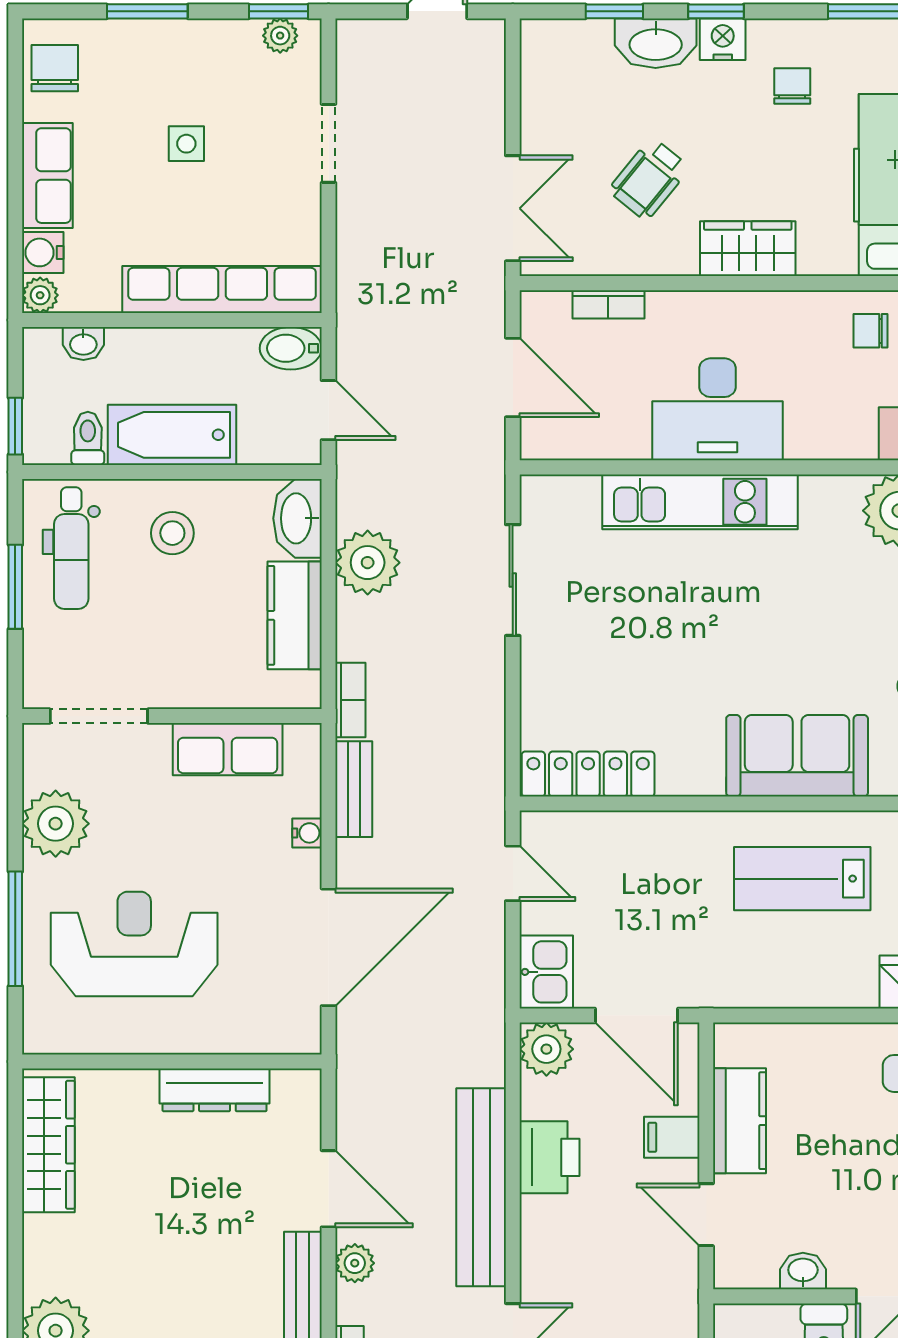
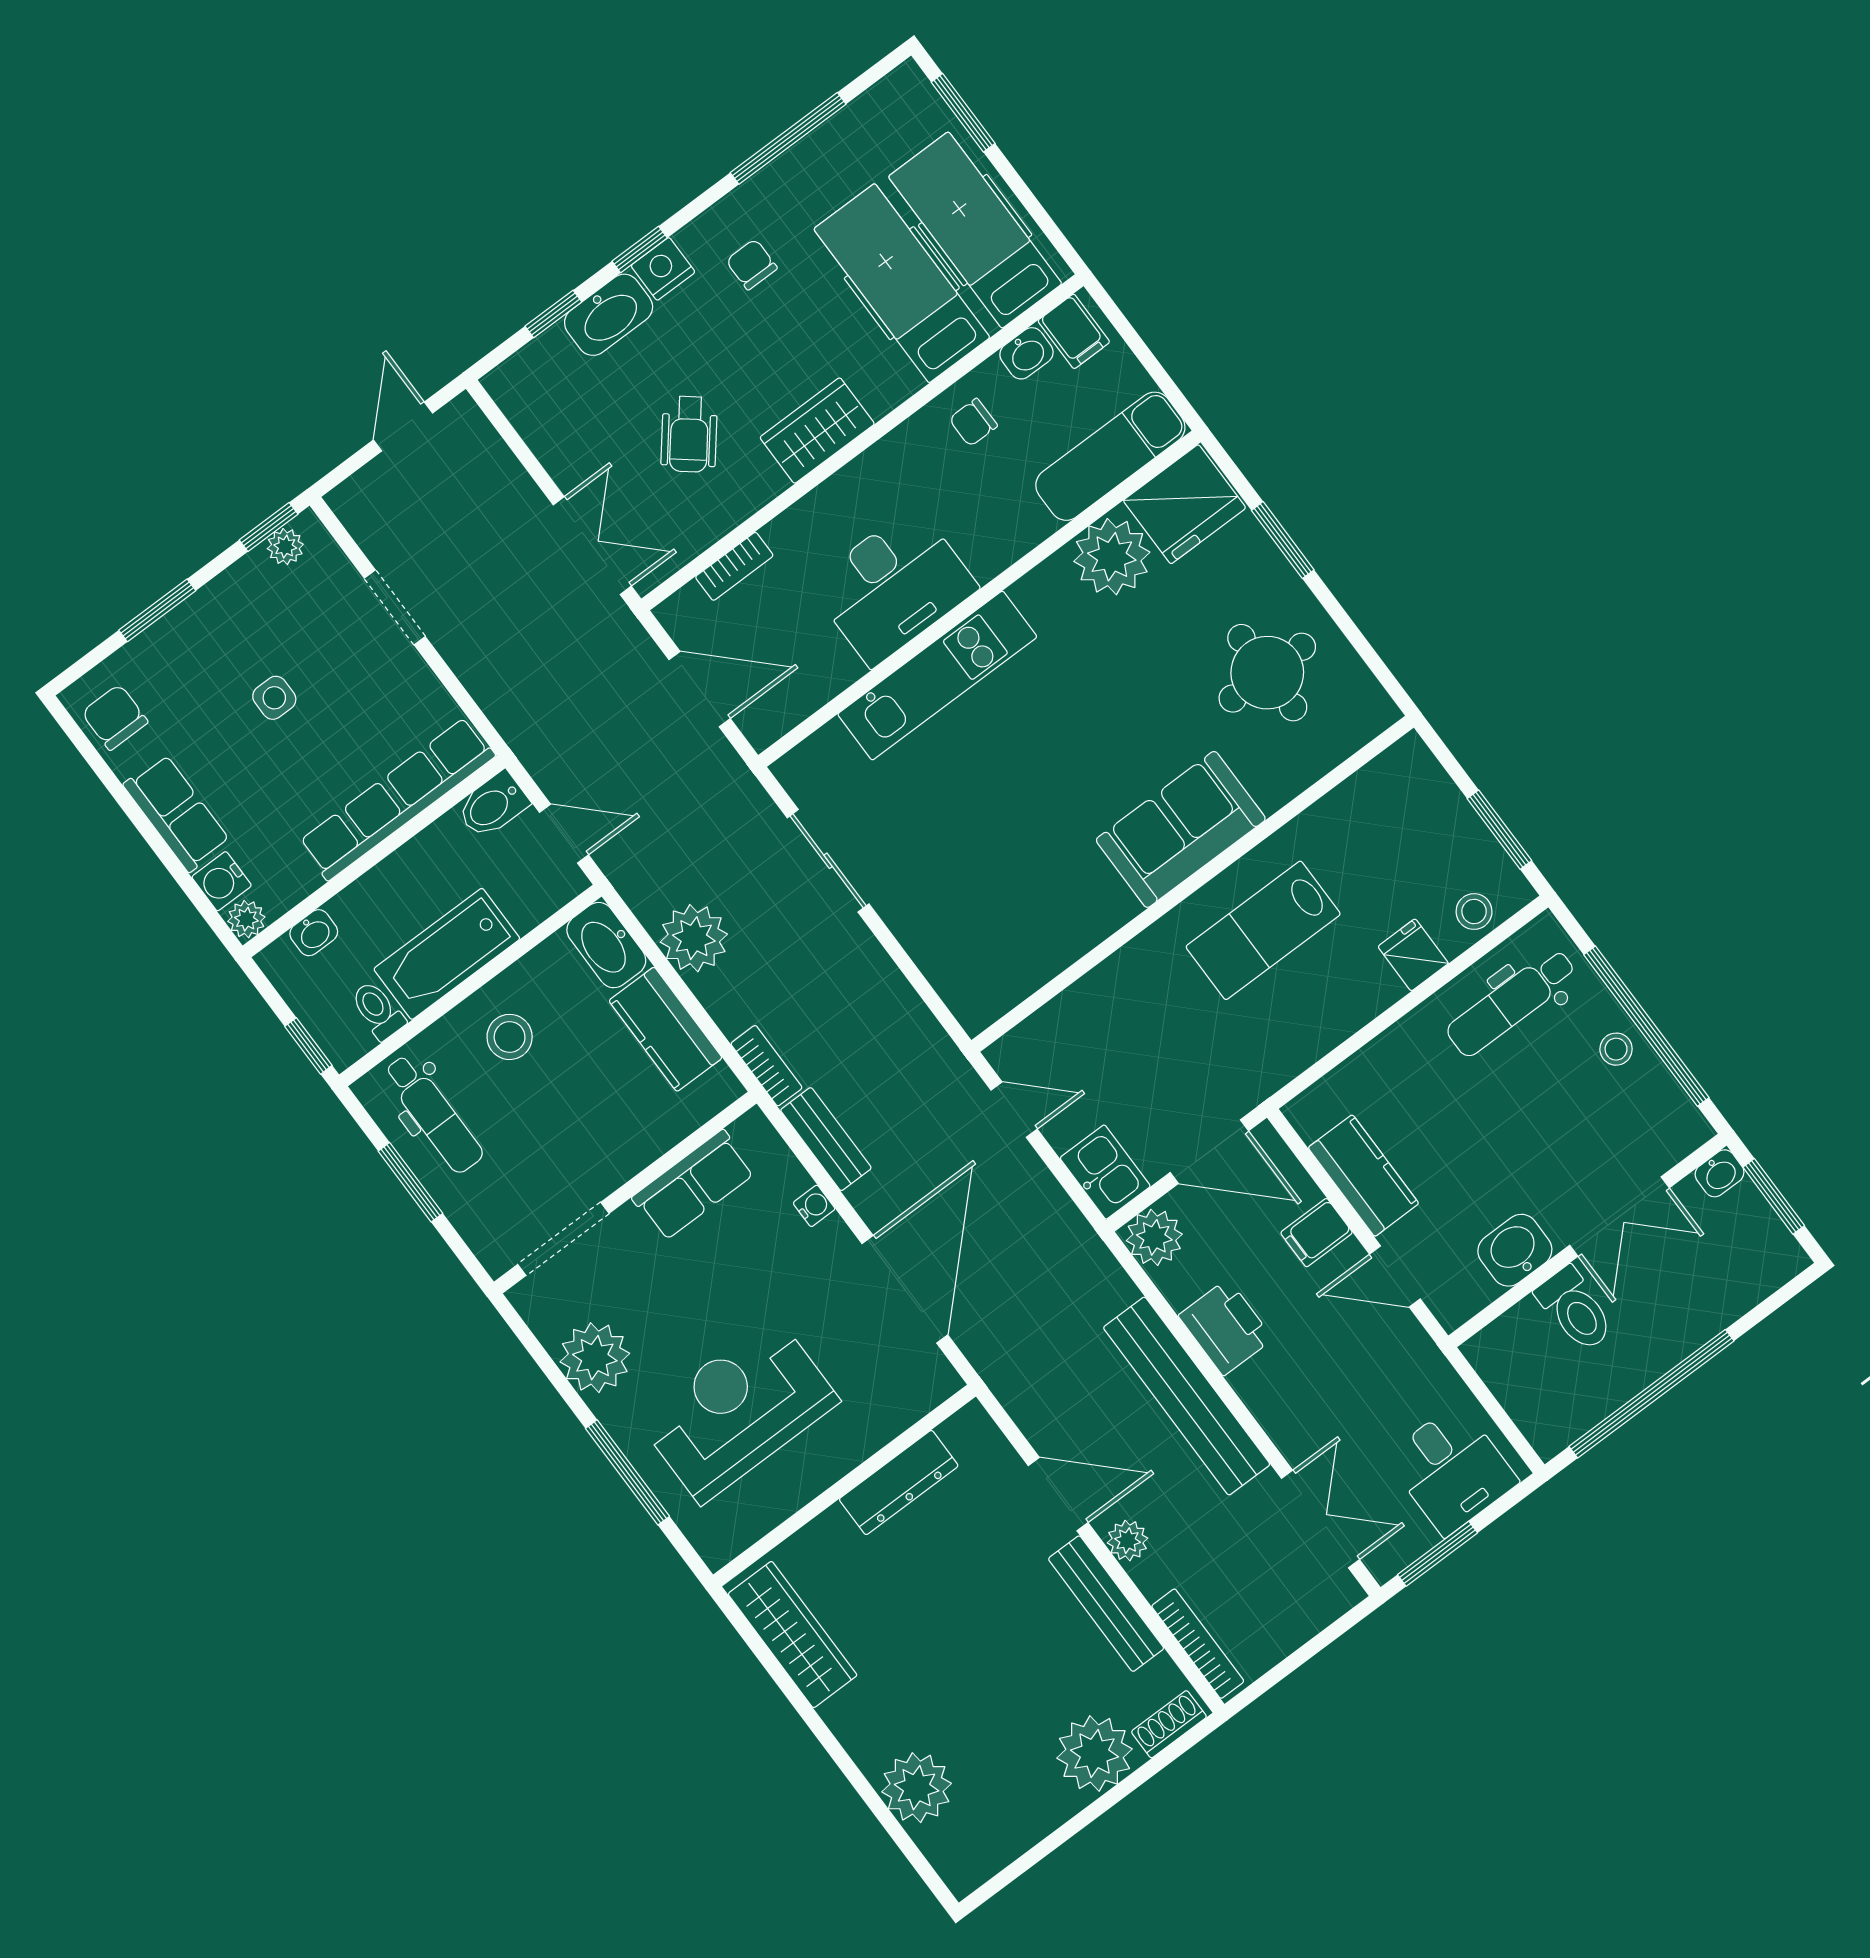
locker: (588, 774) -> (1015, 978), removed
washbasin: (803, 1271) -> (1515, 1250), width x1.38, depth x1.45

